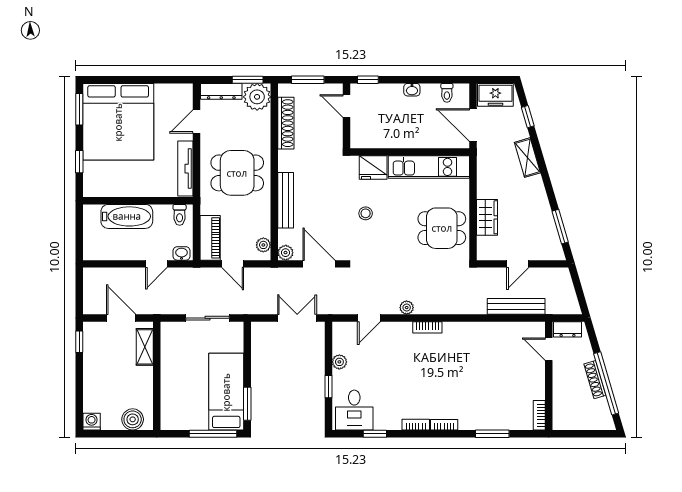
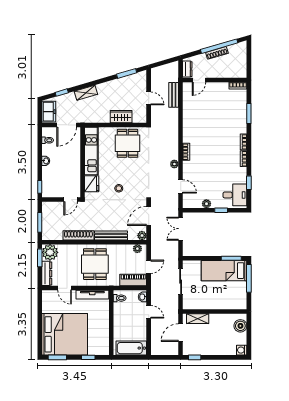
door: (346, 106) -> (71, 200), moved
shoe rack: (286, 123) -> (78, 235), moved
bathtub: (127, 216) -> (131, 348), moved, turned -90
bench: (516, 306) -> (174, 95), width x0.73

